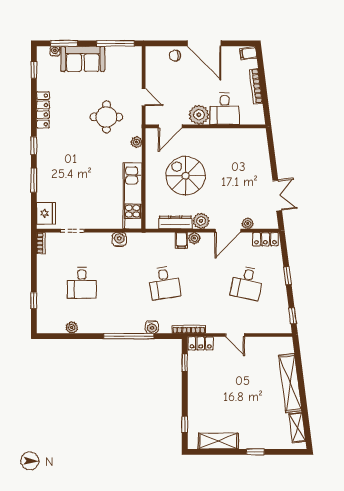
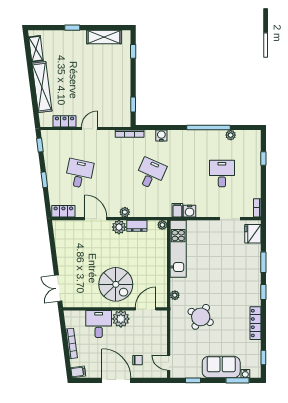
window: (115, 43) -> (193, 380), width x0.46
chair: (175, 56) -> (137, 360), moved
door: (144, 97) -> (169, 363), moved
round table: (106, 117) -> (201, 317), turned 30
spiral stairs: (186, 176) -> (116, 284), moved
double door: (277, 195) -> (58, 288), moved
dresser: (175, 223) -> (137, 226), width x0.70
plant: (248, 223) -> (162, 225), moved
door: (228, 231) -> (96, 219), hinge flipped
filing cabinet: (181, 240) -> (177, 210), moved
desk: (164, 283) -> (151, 174), turned 33
door: (235, 335) -> (90, 129), hinge flipped
window: (129, 336) -> (209, 128), moved
locker: (201, 343) -> (65, 121), moved

